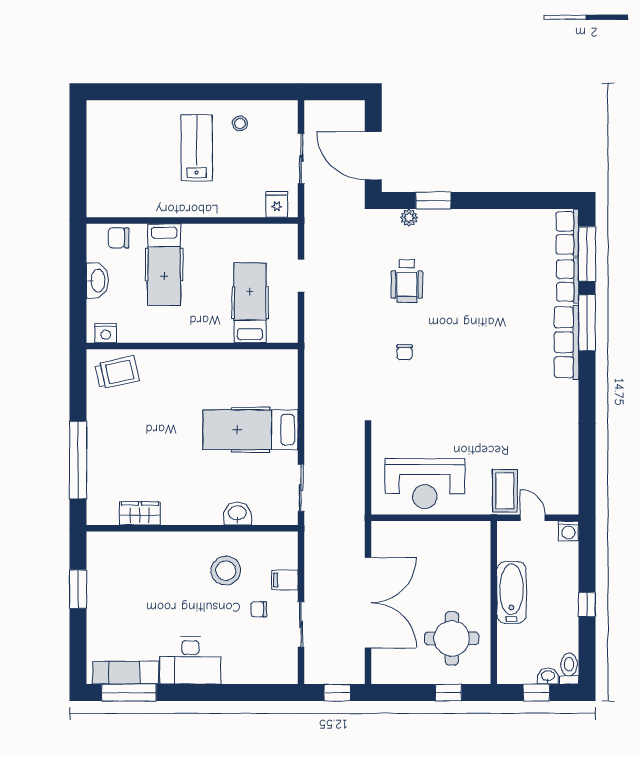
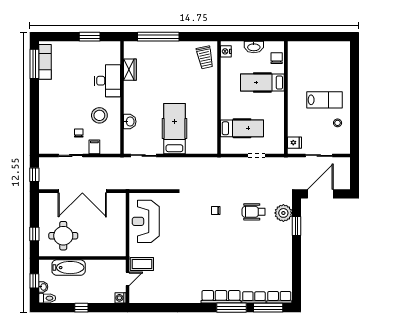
plant: (409, 218) -> (283, 213), width x1.88, depth x1.88
bathtub: (512, 592) -> (69, 268), moved
desk: (190, 660) -> (108, 81), moved, turned 180

